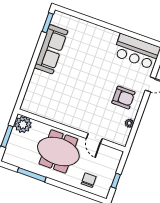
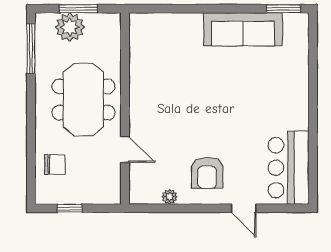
plant: (23, 124) -> (70, 27), moved
door: (94, 138) -> (125, 150), swing flipped
window: (32, 175) -> (31, 49), moved

